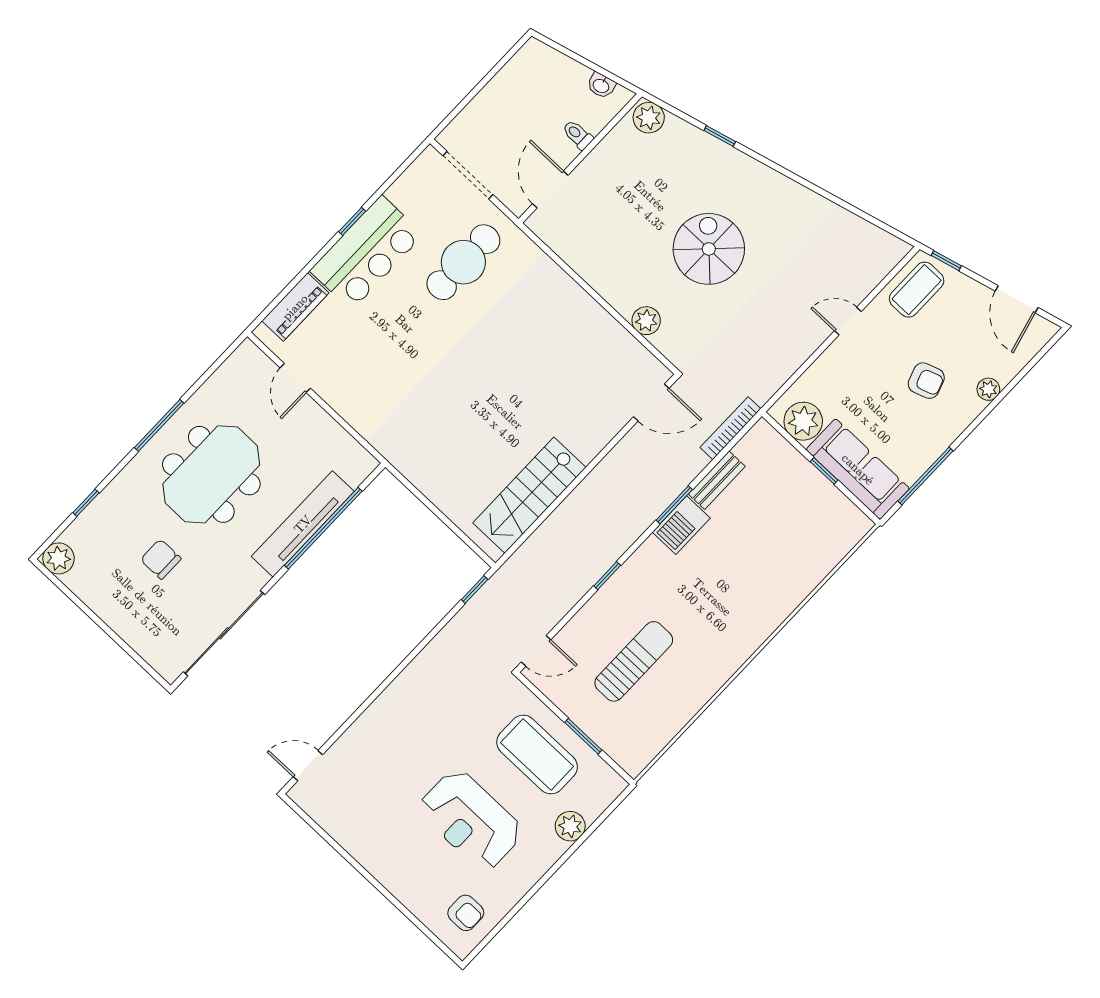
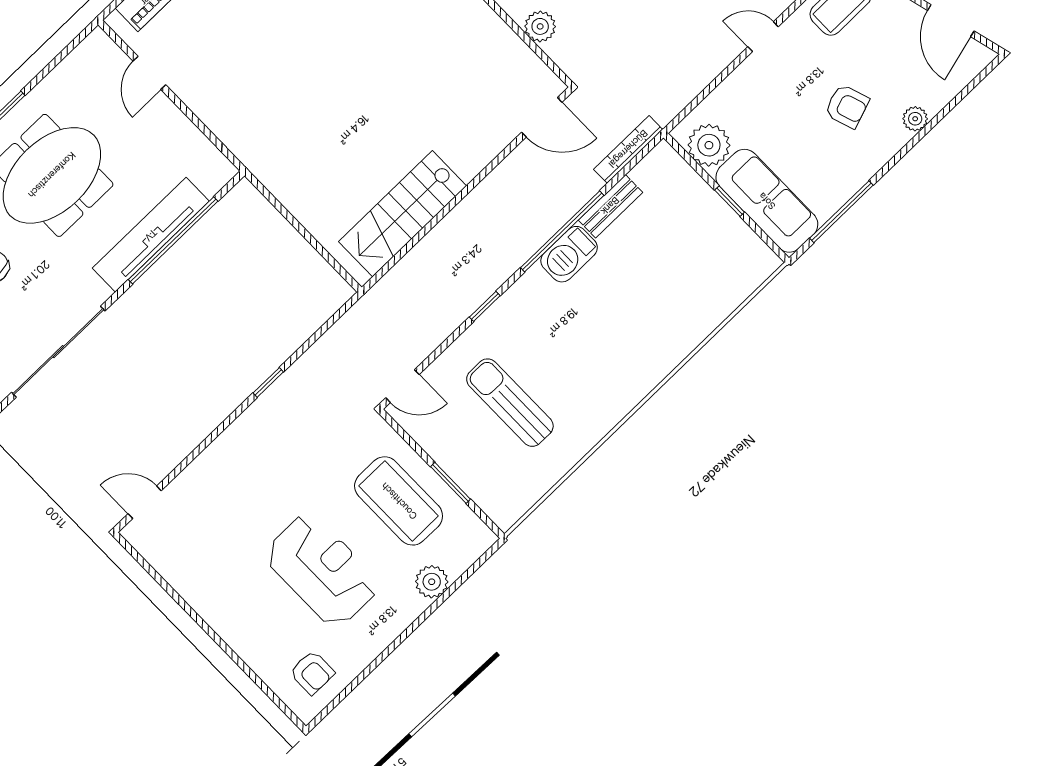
window: (674, 505) -> (562, 231), width x2.11
window: (475, 589) -> (268, 382), moved
sun lounger: (634, 661) -> (510, 403), turned -90
reception desk: (471, 820) -> (322, 570), turned 180

